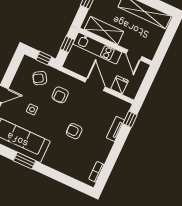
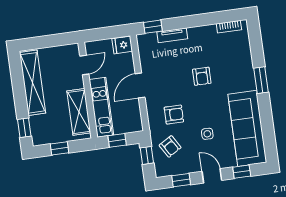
window: (12, 71) -> (181, 180), added
fridge: (120, 85) -> (122, 45), moved
window: (25, 161) -> (261, 80), moved

